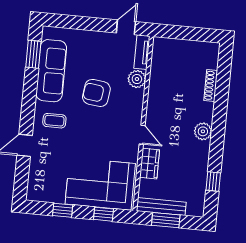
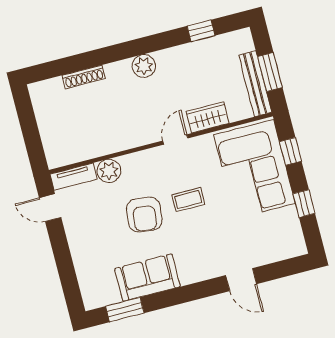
sofa: (51, 71) -> (147, 278), width x0.73
coffee table: (54, 121) -> (188, 200), moved, turned 90

